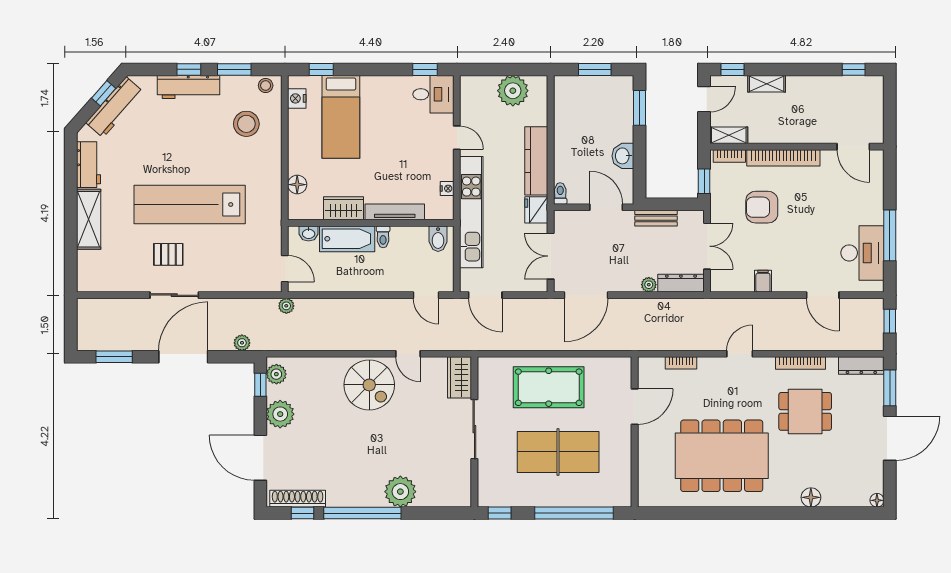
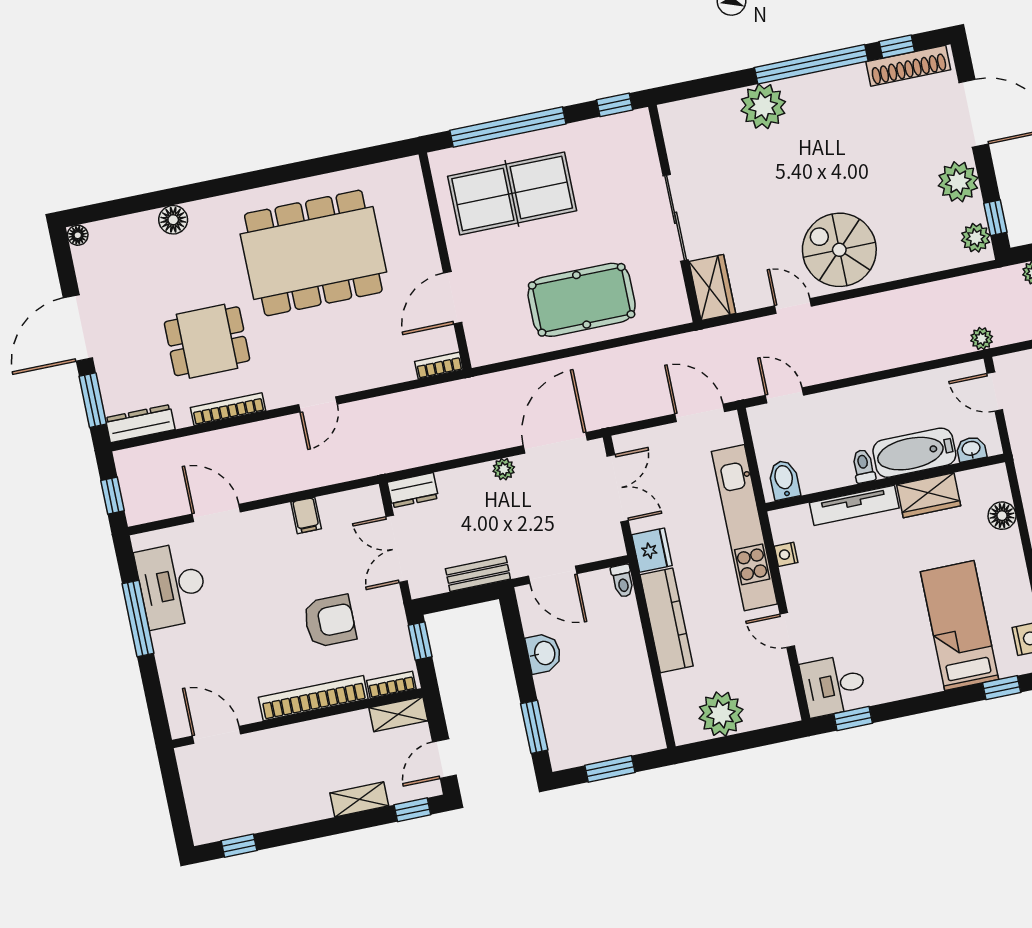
dresser: (681, 283) -> (413, 490), width x0.70
plant: (649, 285) -> (504, 469), moved
bookcase: (681, 363) -> (439, 366), moved
table tennis table: (558, 452) -> (512, 193), moved

